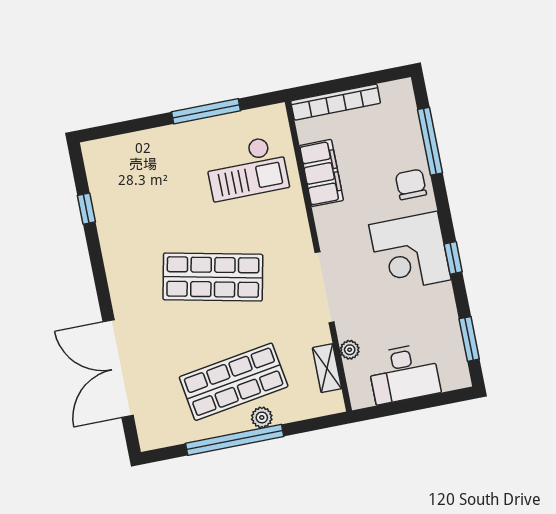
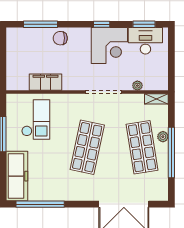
bookcase: (336, 102) -> (11, 68), removed
freezer: (131, 154) -> (17, 176), added
window: (86, 209) -> (40, 204), width x3.17
corner desk: (410, 252) -> (109, 46), moved
shelving: (327, 368) -> (156, 99), moved
desk: (404, 374) -> (145, 41), moved, turned -90

